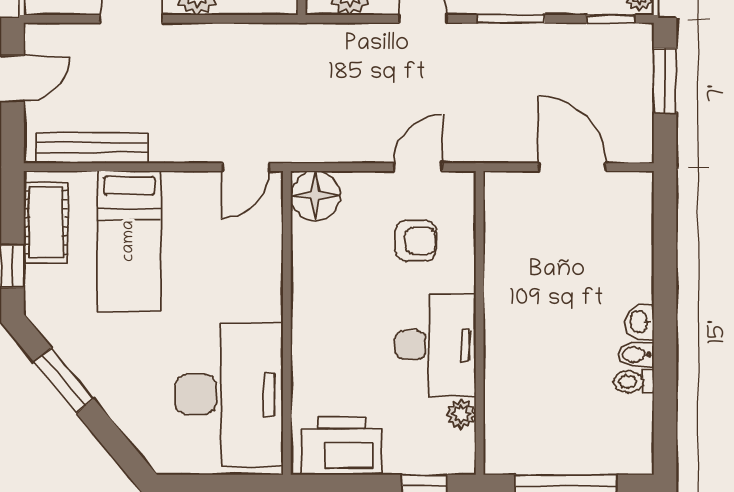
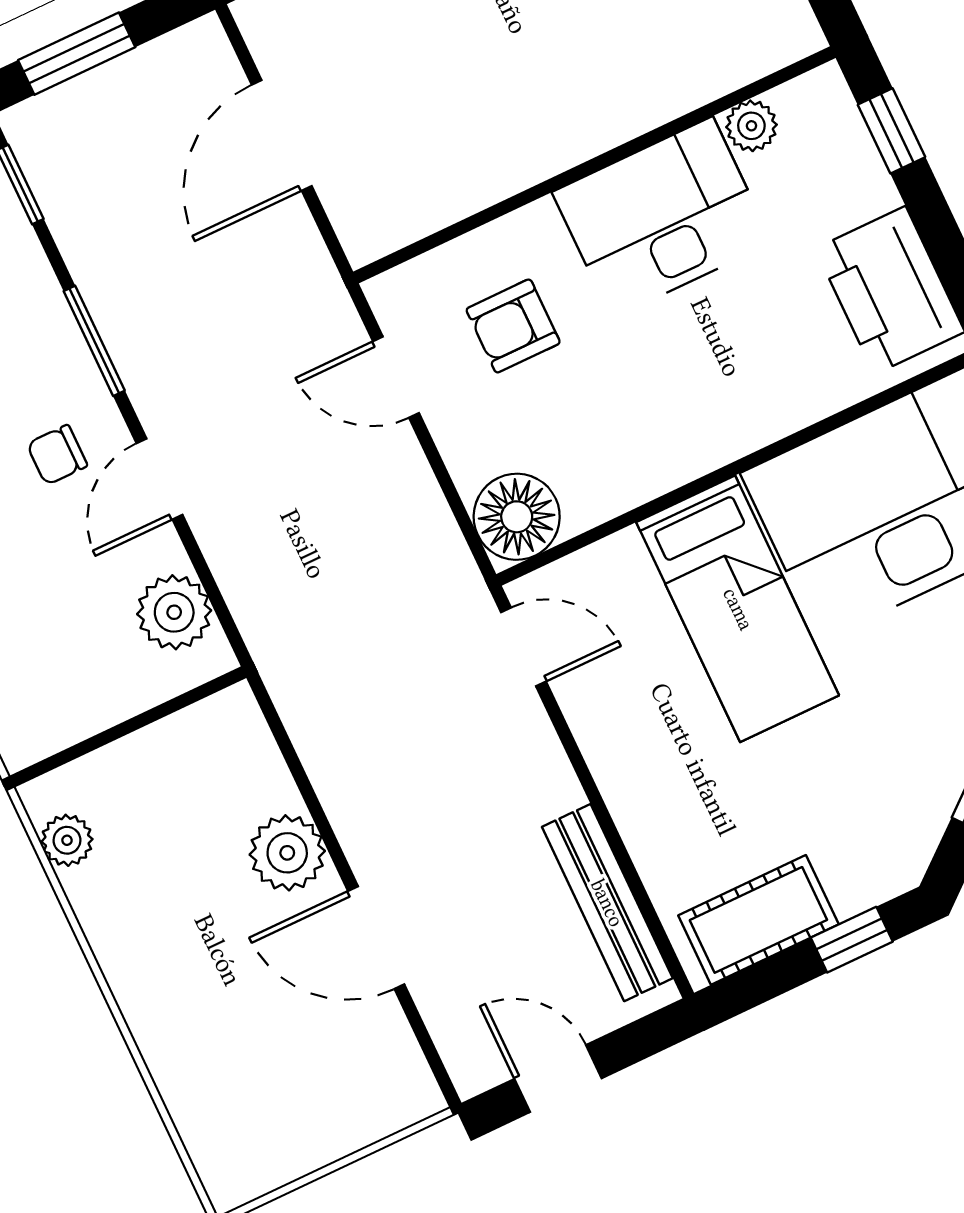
bed: (129, 241) -> (738, 609), moved, turned 90
armchair: (416, 241) -> (513, 326), turned -90

